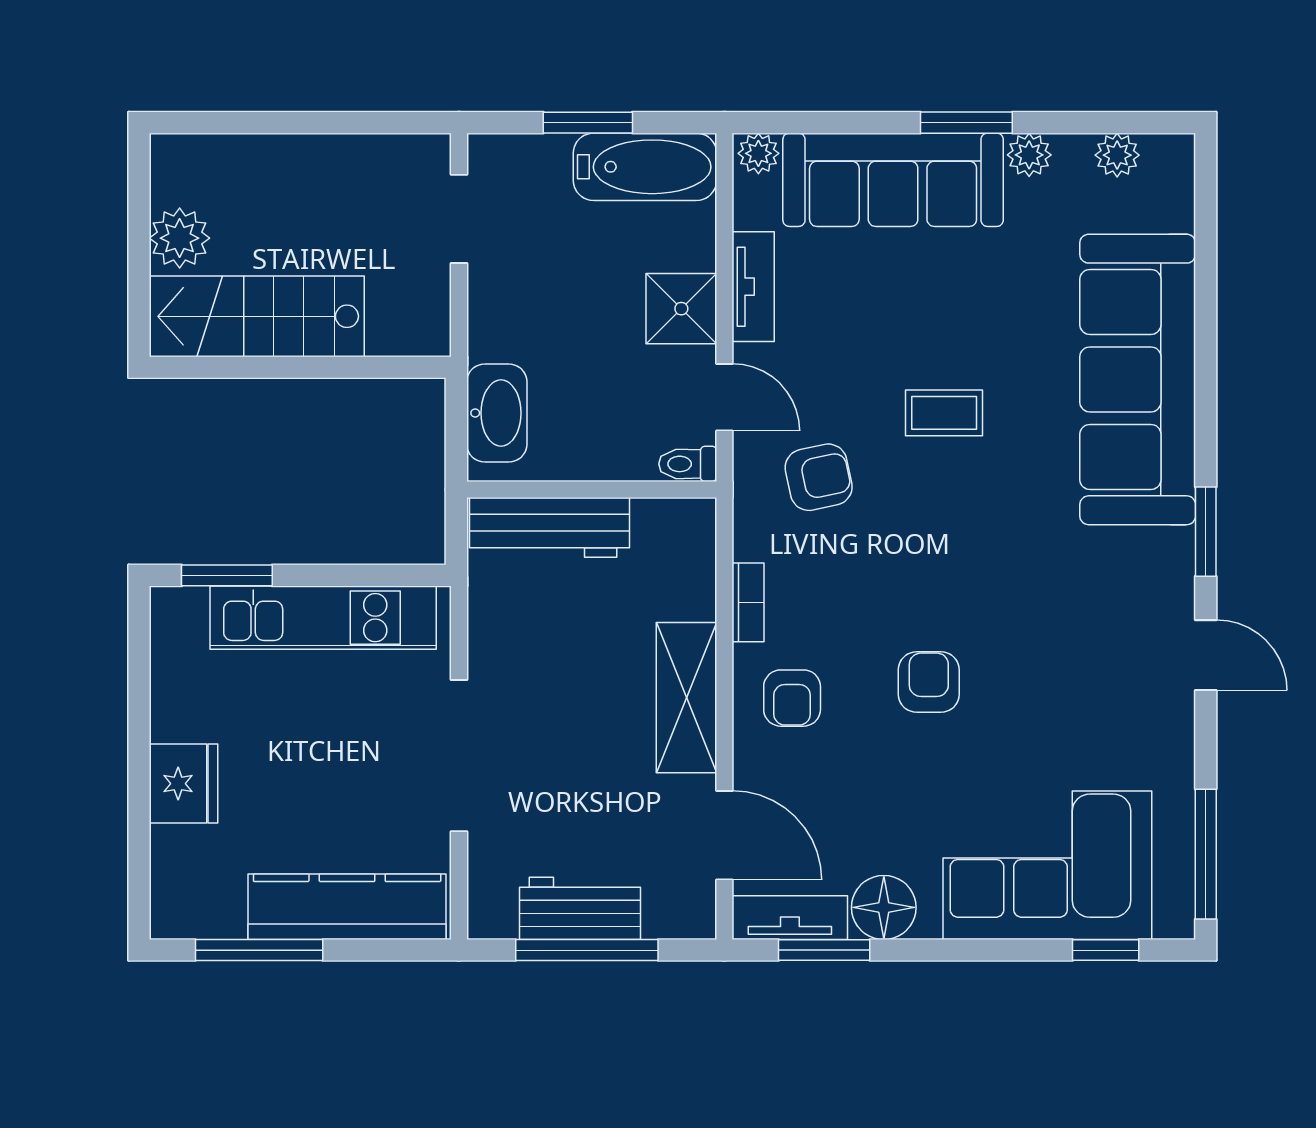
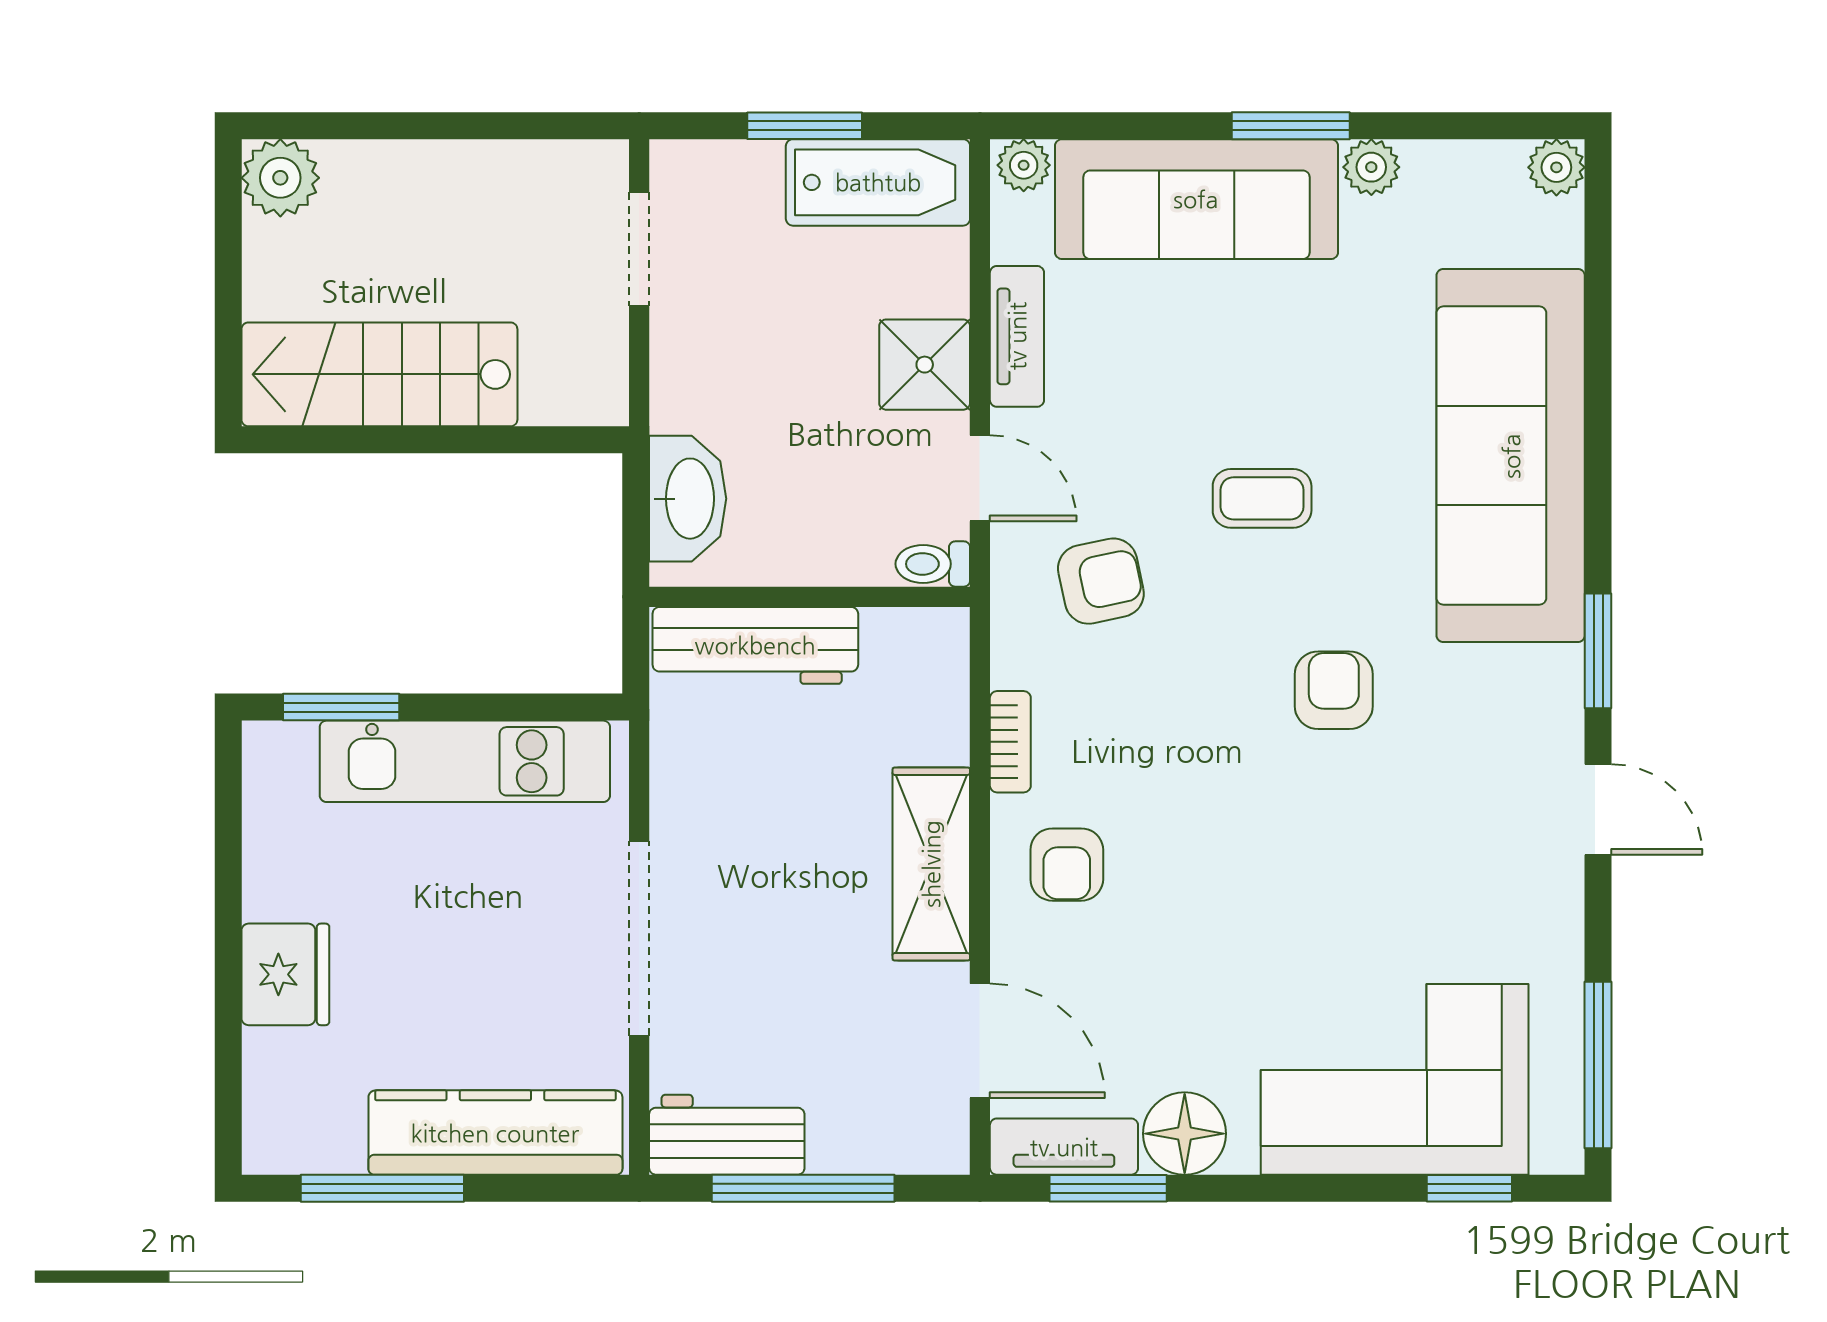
plant: (1117, 155) -> (1556, 167), moved
plant: (180, 238) -> (280, 178), moved
armchair: (929, 682) -> (1334, 690), moved
workbench: (580, 908) -> (727, 1135), moved

